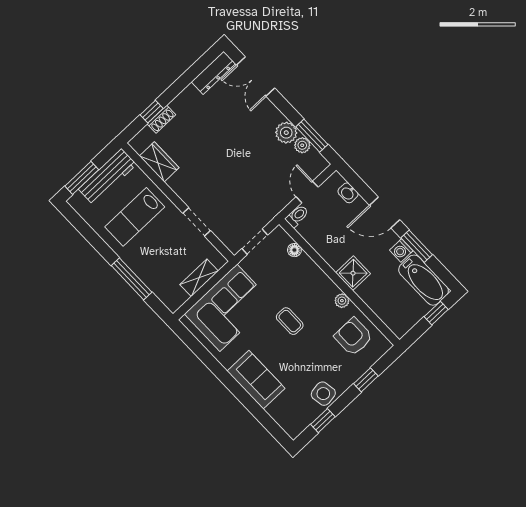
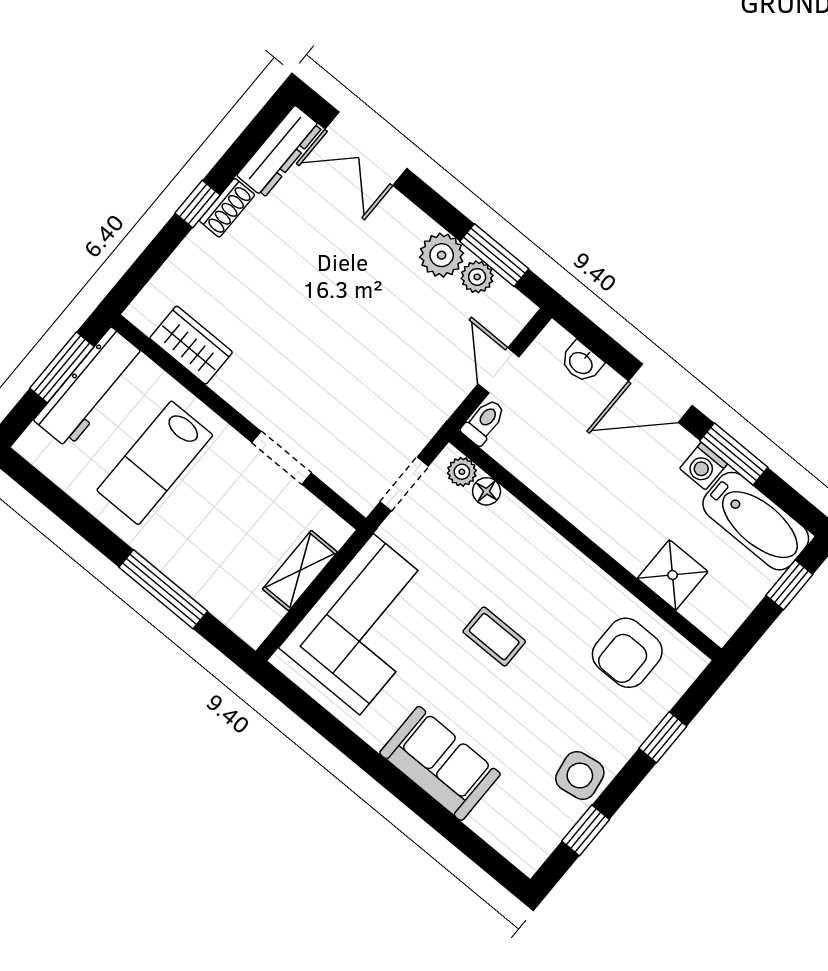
window: (152, 112) -> (198, 204), moved
shoe rack: (161, 119) -> (227, 208), moved
window: (82, 178) -> (62, 367), moved
shower: (353, 273) -> (673, 575), moved
plant: (342, 301) -> (462, 472), moved
armchair: (353, 337) -> (627, 653), turned -90

